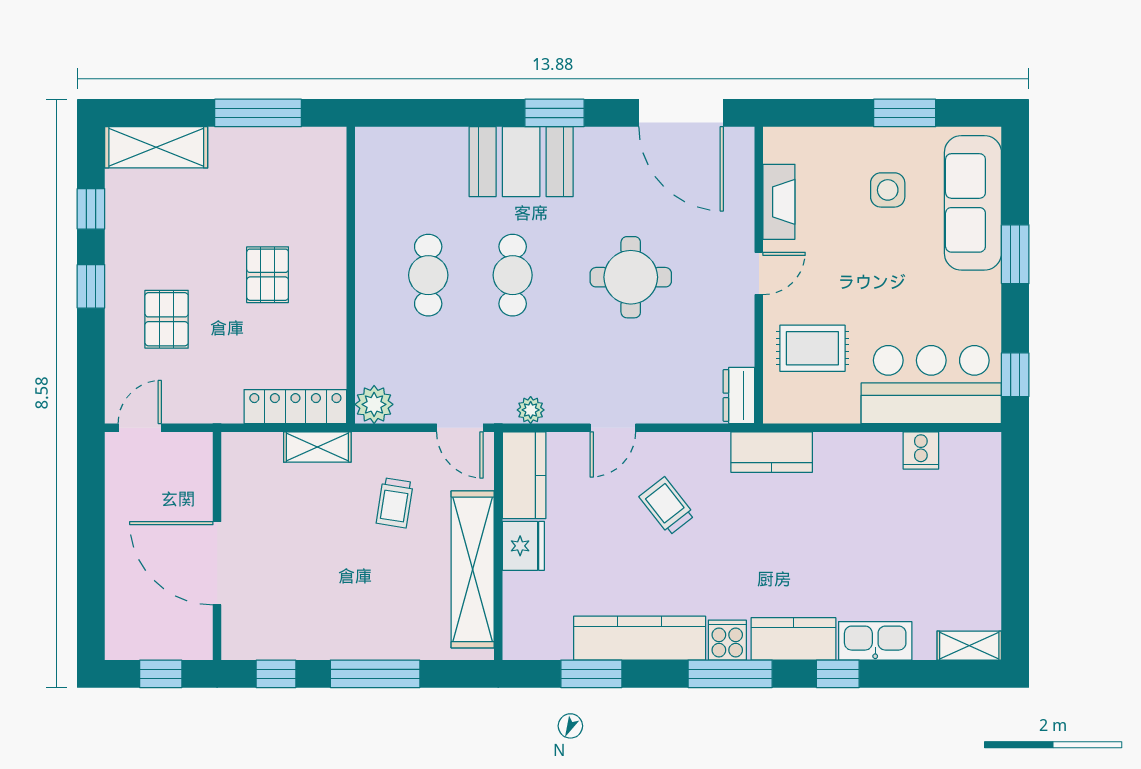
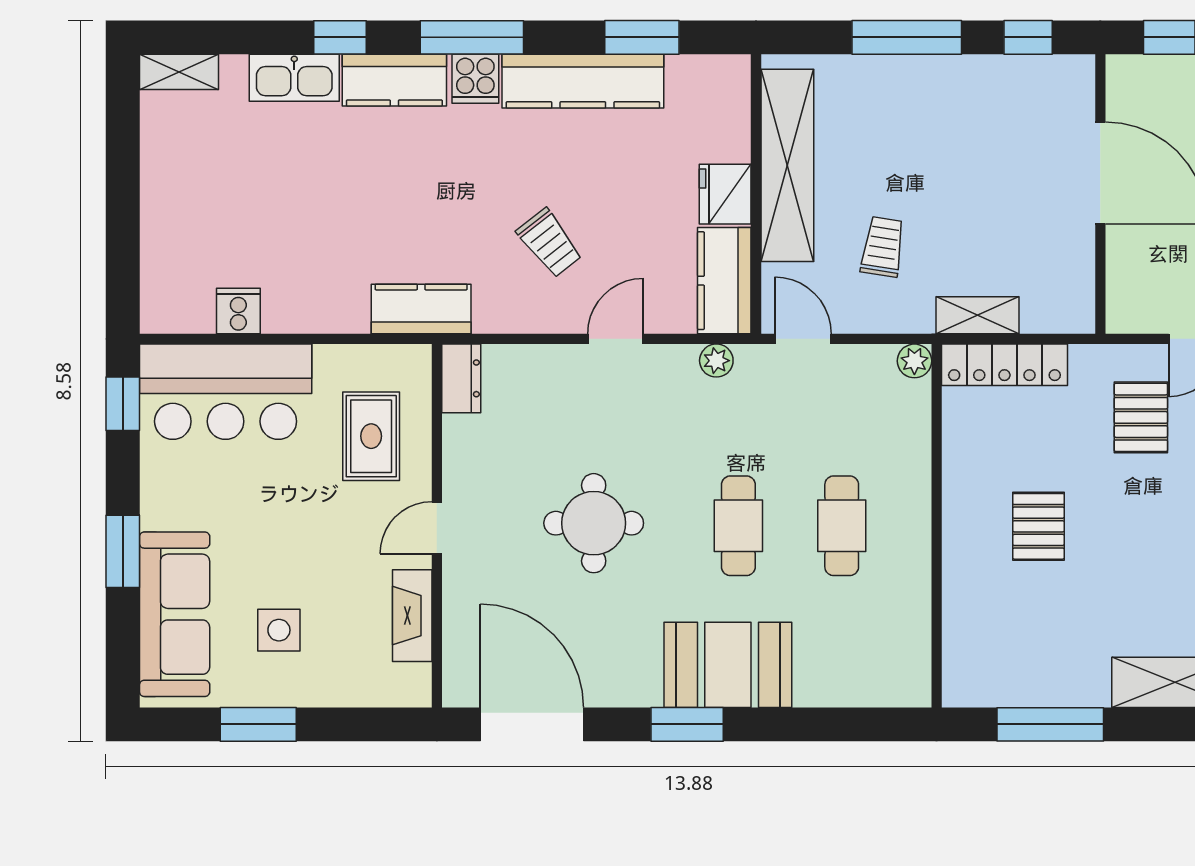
pallet: (167, 319) -> (1141, 417), moved
rug: (812, 348) -> (371, 436), turned 90
plant: (374, 404) -> (914, 361), width x0.73, depth x0.73

